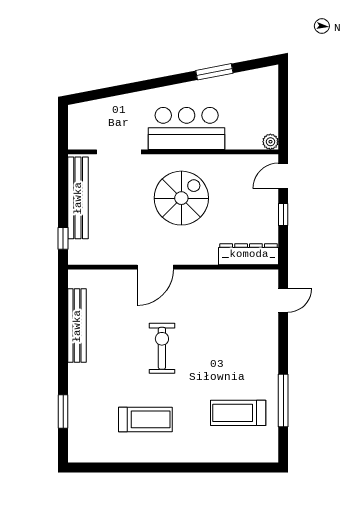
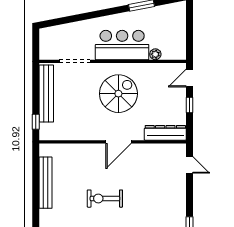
plant: (270, 142) -> (155, 54), moved
door: (155, 267) -> (118, 142), moved
door: (283, 300) -> (190, 165), hinge flipped
exercise bike: (162, 348) -> (105, 199), turned -90

